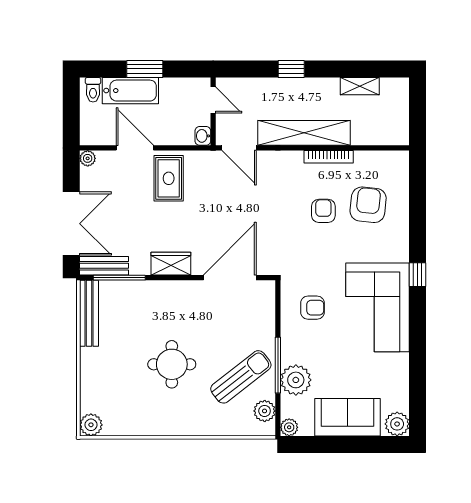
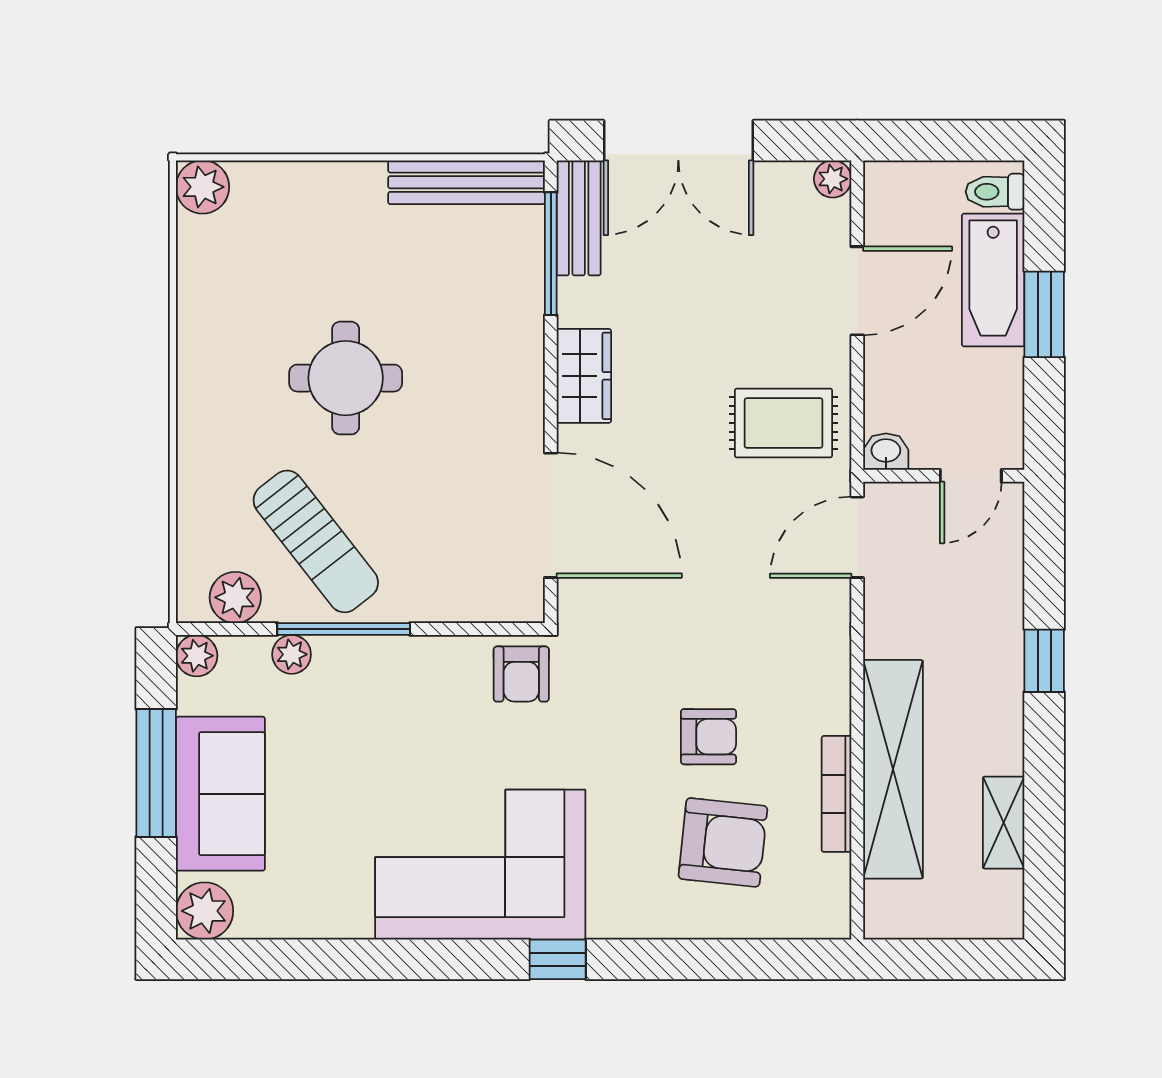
shelving: (304, 133) -> (893, 769), moved
bookcase: (329, 157) -> (837, 794), moved
rug: (169, 178) -> (783, 423), moved
armchair: (312, 308) -> (521, 674), moved
plant: (296, 380) -> (292, 654), width x0.53, depth x0.53
window: (339, 444) -> (156, 773), added

